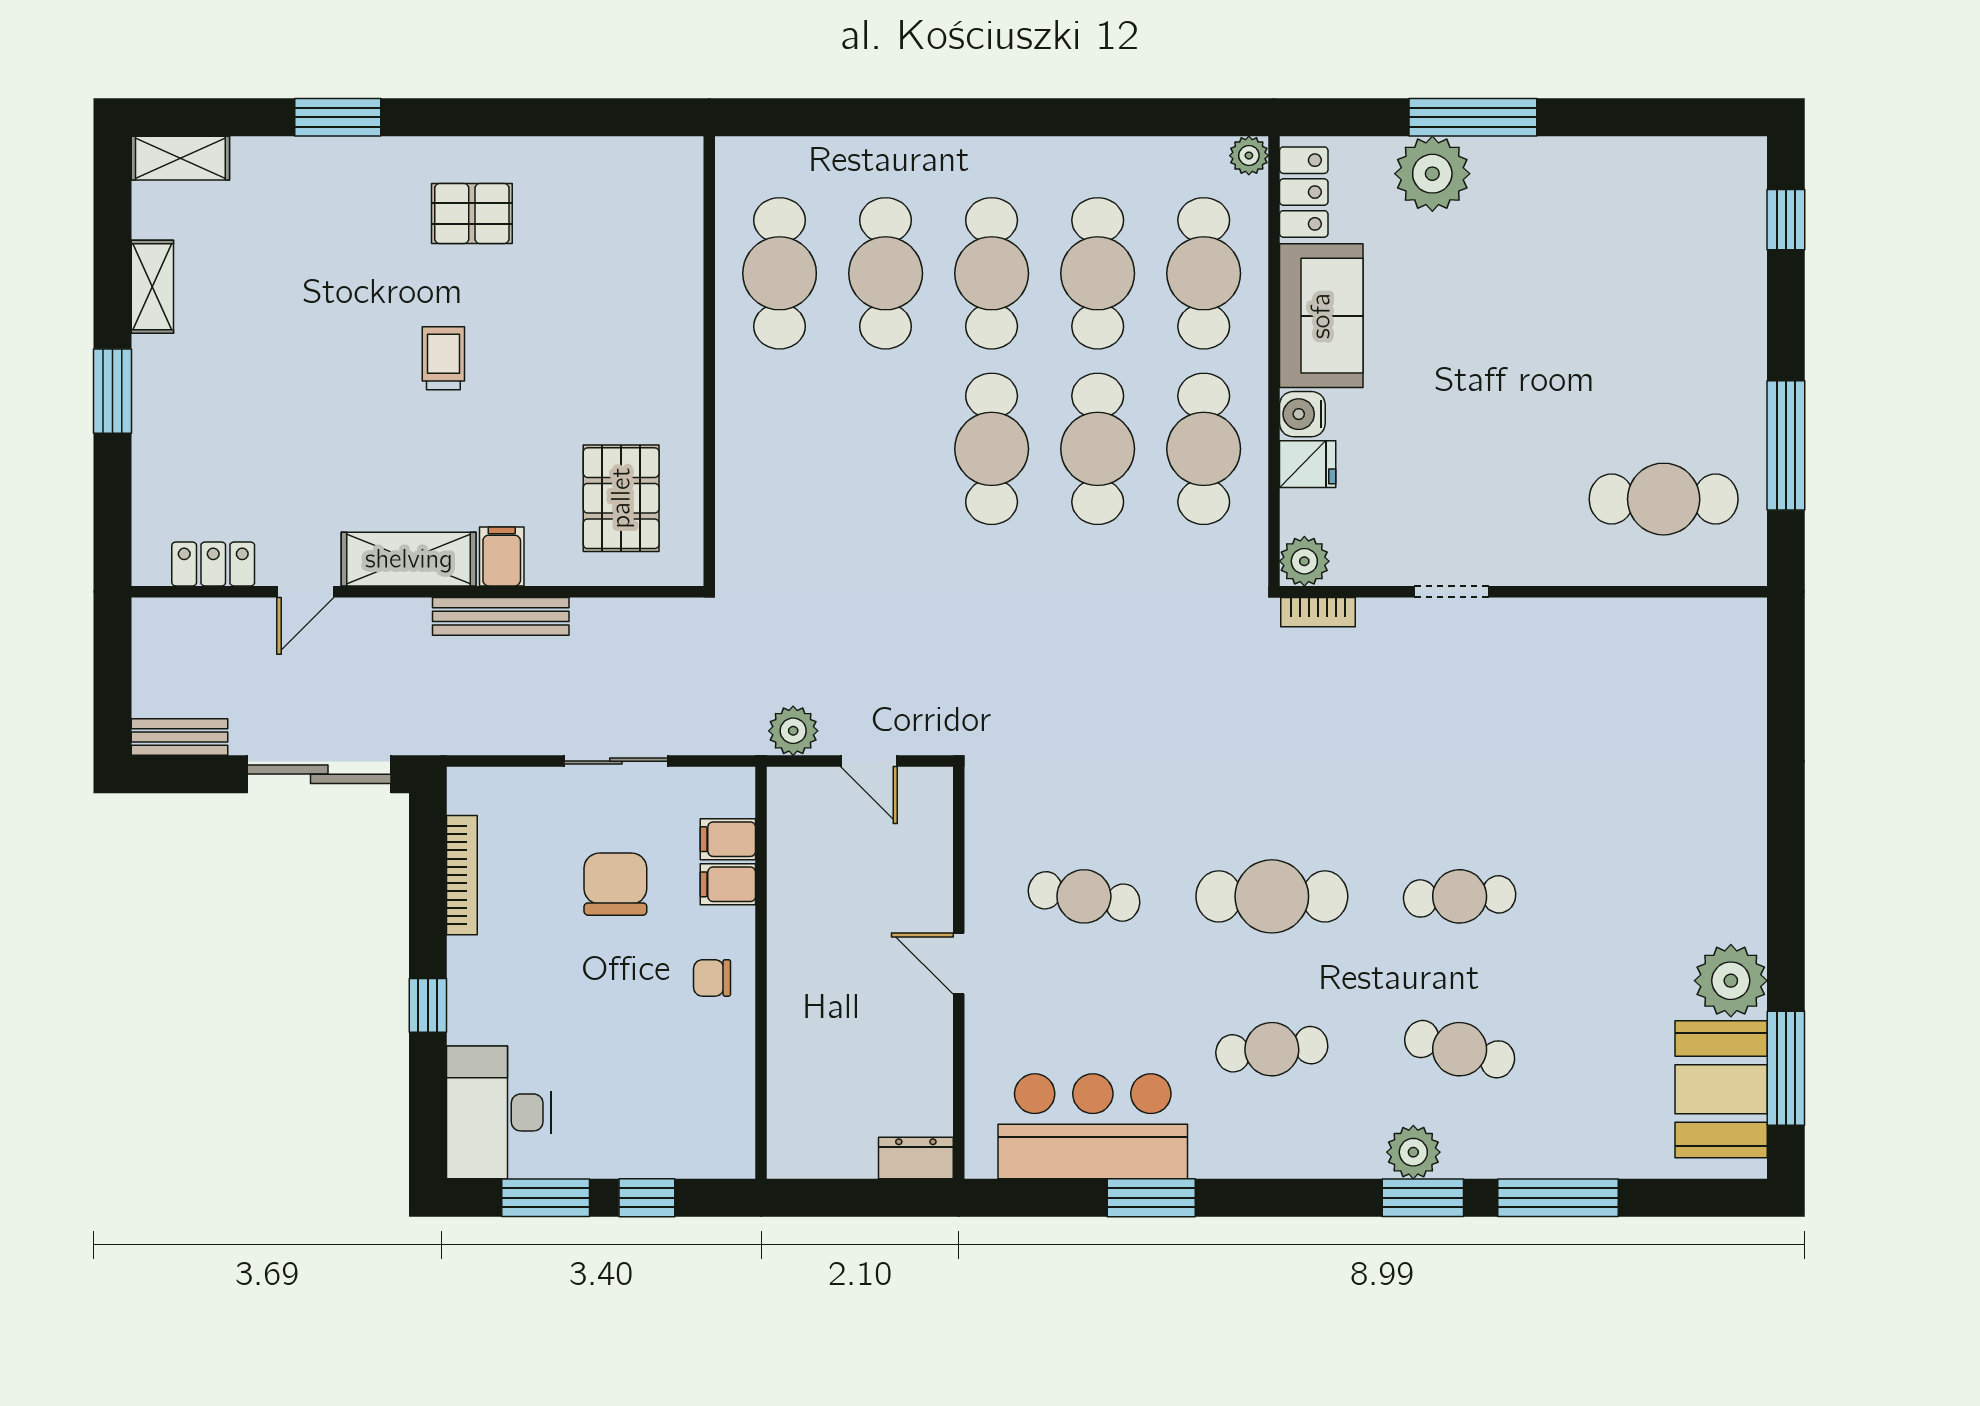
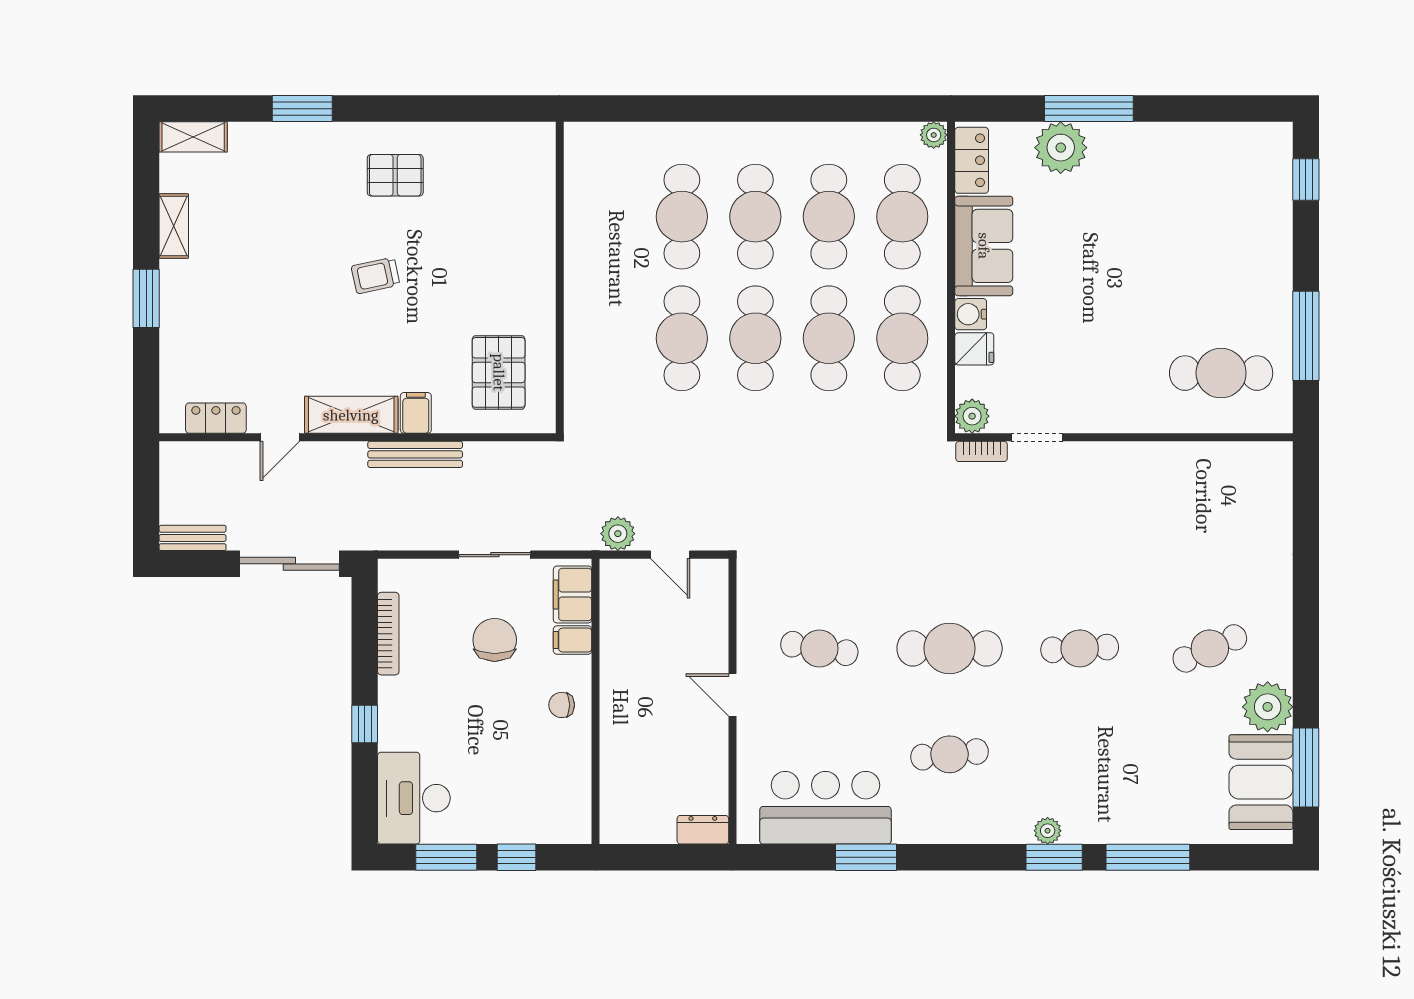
cafe table: (780, 273) -> (682, 338), moved
trolley: (443, 358) -> (375, 276), turned -102
doorway: (1451, 592) -> (1037, 437), moved
filing cabinet: (728, 839) -> (573, 594), width x2.00
cafe table: (1460, 1049) -> (1210, 648), moved, turned -39
plant: (1413, 1152) -> (1048, 831), width x0.73, depth x0.73

